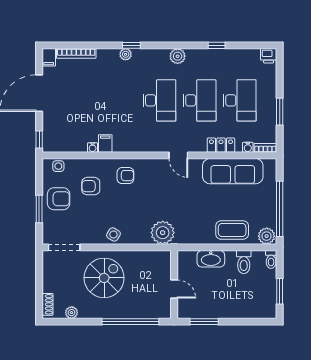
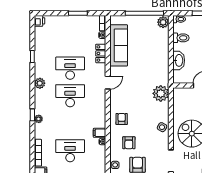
desk: (240, 100) -> (70, 151), moved
coffee table: (232, 230) -> (159, 46), removed

